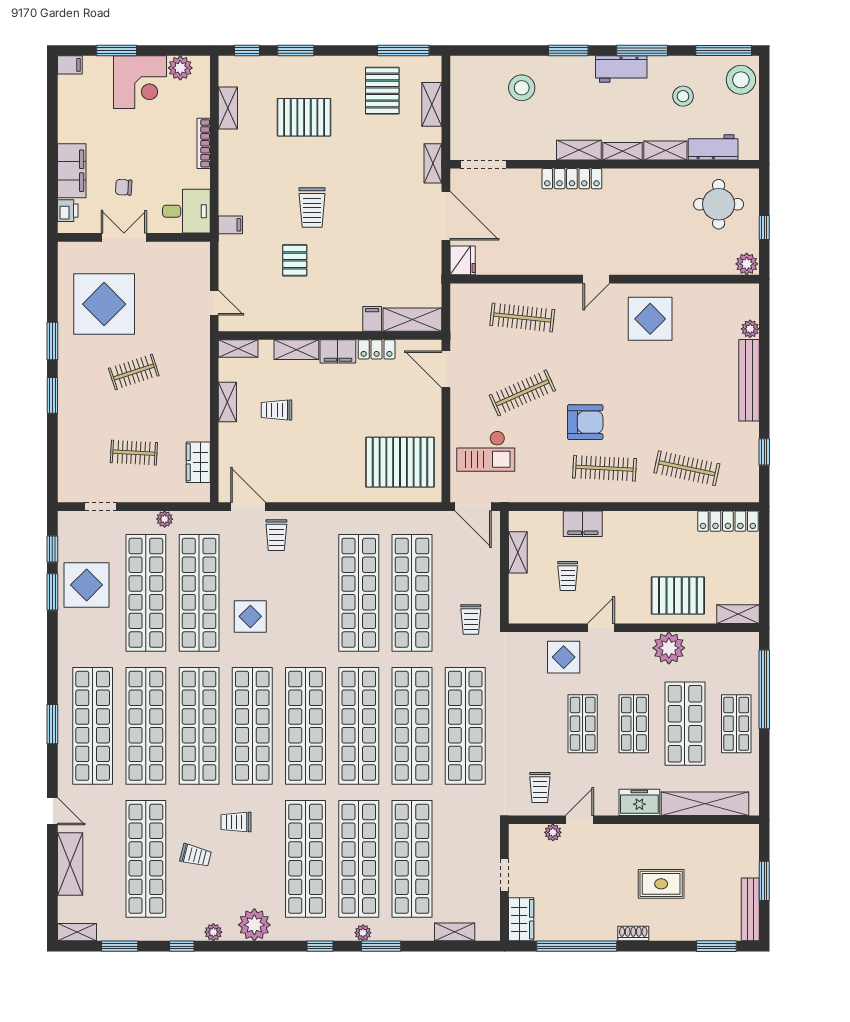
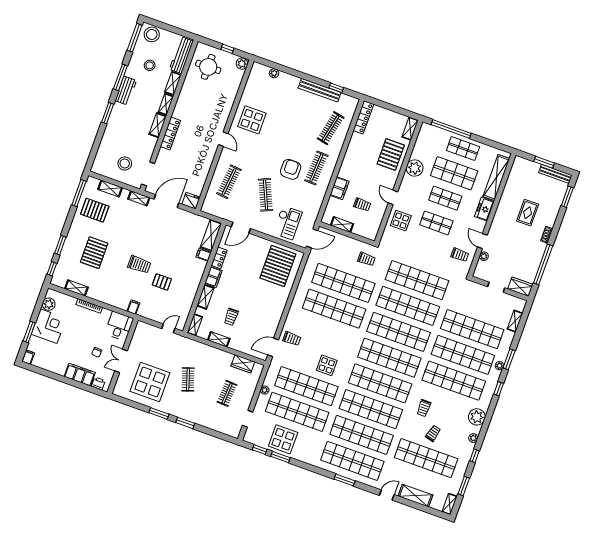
stool: (522, 88) -> (125, 163), moved
workbench: (713, 147) -> (181, 55), width x1.38
bench: (749, 380) -> (320, 90), moved

